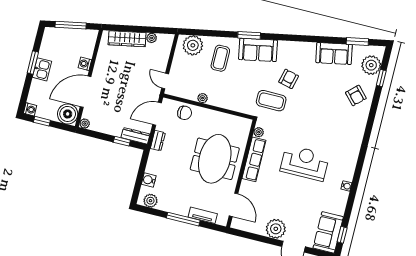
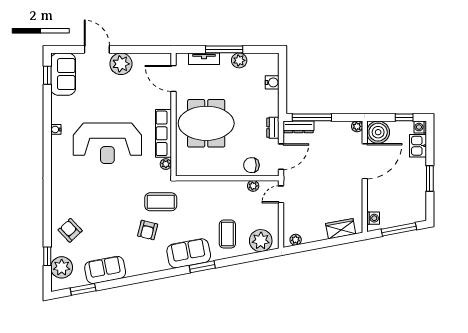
plant: (152, 38) -> (296, 240), moved
wardrobe: (127, 39) -> (341, 229), width x0.67
washing machine: (85, 64) -> (373, 218), moved
kitchen sink: (42, 69) -> (418, 146), moved
door: (165, 81) -> (281, 194), swing flipped
plant: (203, 98) -> (253, 186), moved
window: (122, 141) -> (312, 117), width x2.17
meeting table: (215, 159) -> (206, 123), turned 90
reception desk: (305, 163) -> (107, 143), width x1.36, depth x1.30
plant: (150, 201) -> (239, 60), moved

